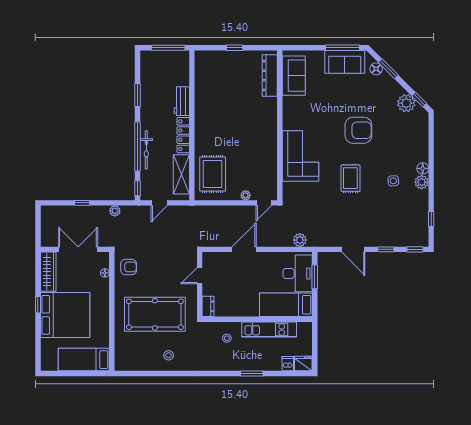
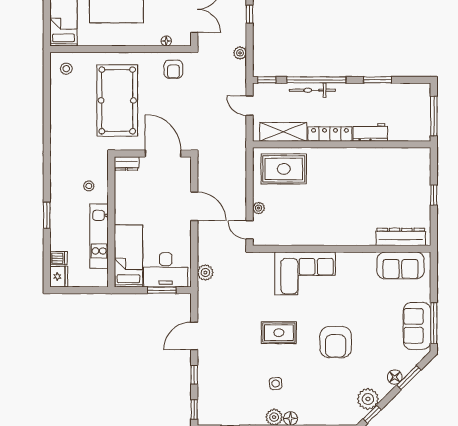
floor lamp: (376, 69) -> (395, 377), moved
door: (200, 276) -> (163, 154), width x1.87
stool: (169, 355) -> (66, 69), moved

